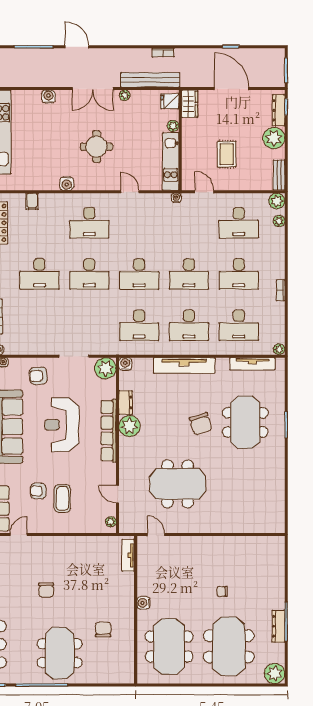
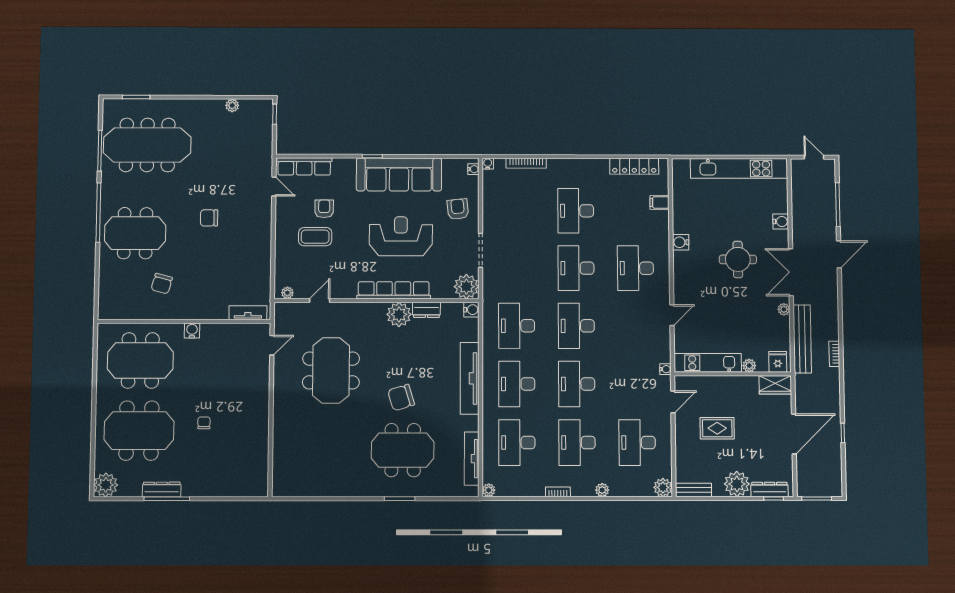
round table: (97, 147) -> (738, 259), moved
plant: (279, 221) -> (602, 490), moved
chair: (103, 630) -> (162, 284), turned 105

